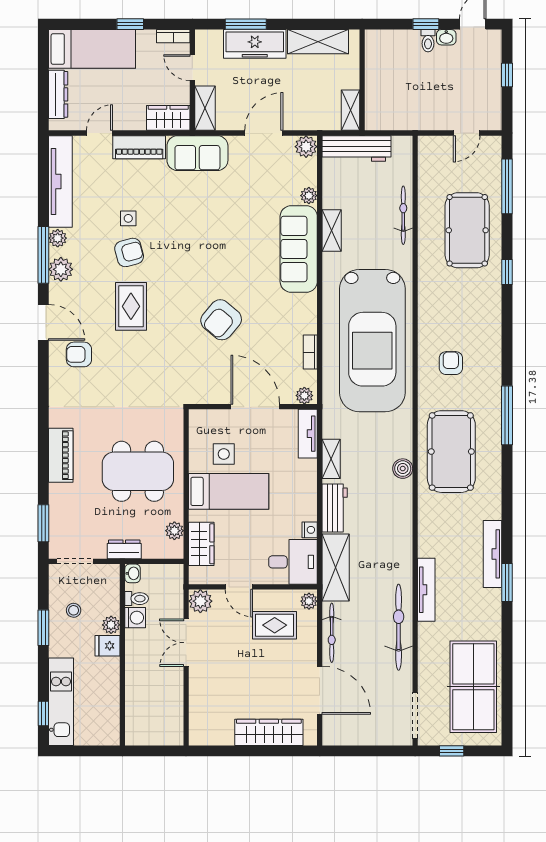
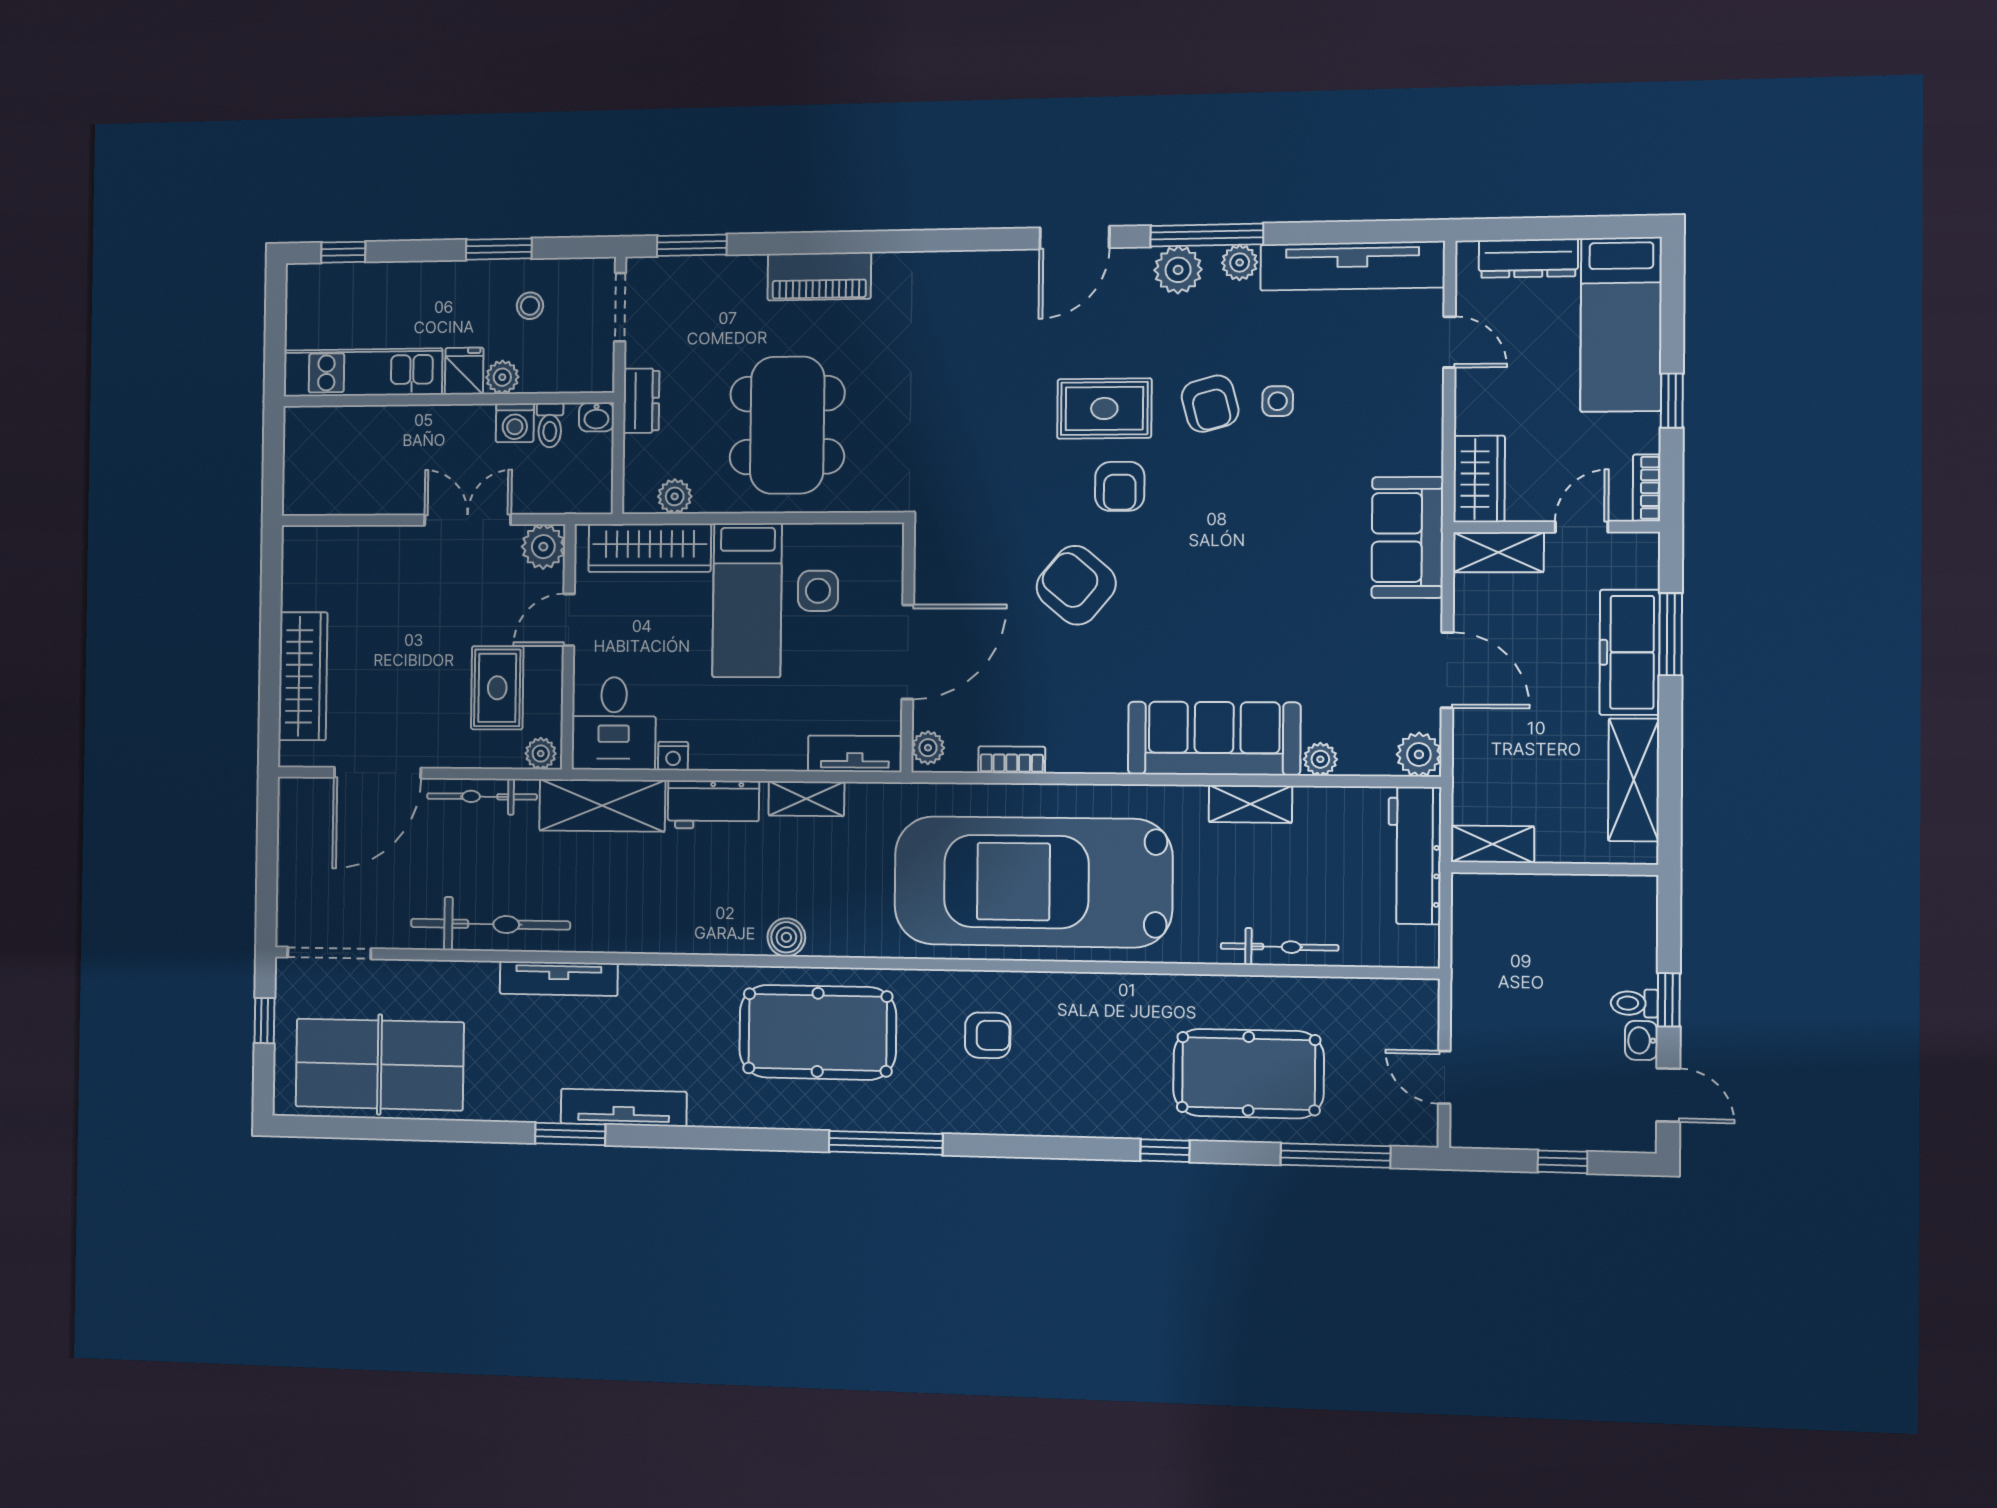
piano: (139, 147) -> (1420, 421), removed
armchair: (79, 354) -> (1120, 486), moved, turned 180
wardrobe: (201, 544) -> (650, 548), width x1.50
kitchen unit: (61, 702) -> (363, 372), moved, turned 180

